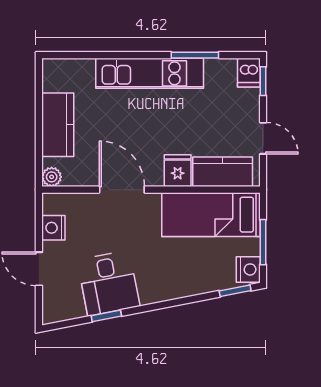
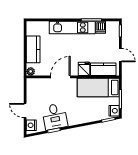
dishwasher: (249, 73) -> (101, 27), moved
door: (122, 190) -> (60, 77), hinge flipped
nightstand: (53, 228) -> (31, 125), moved

